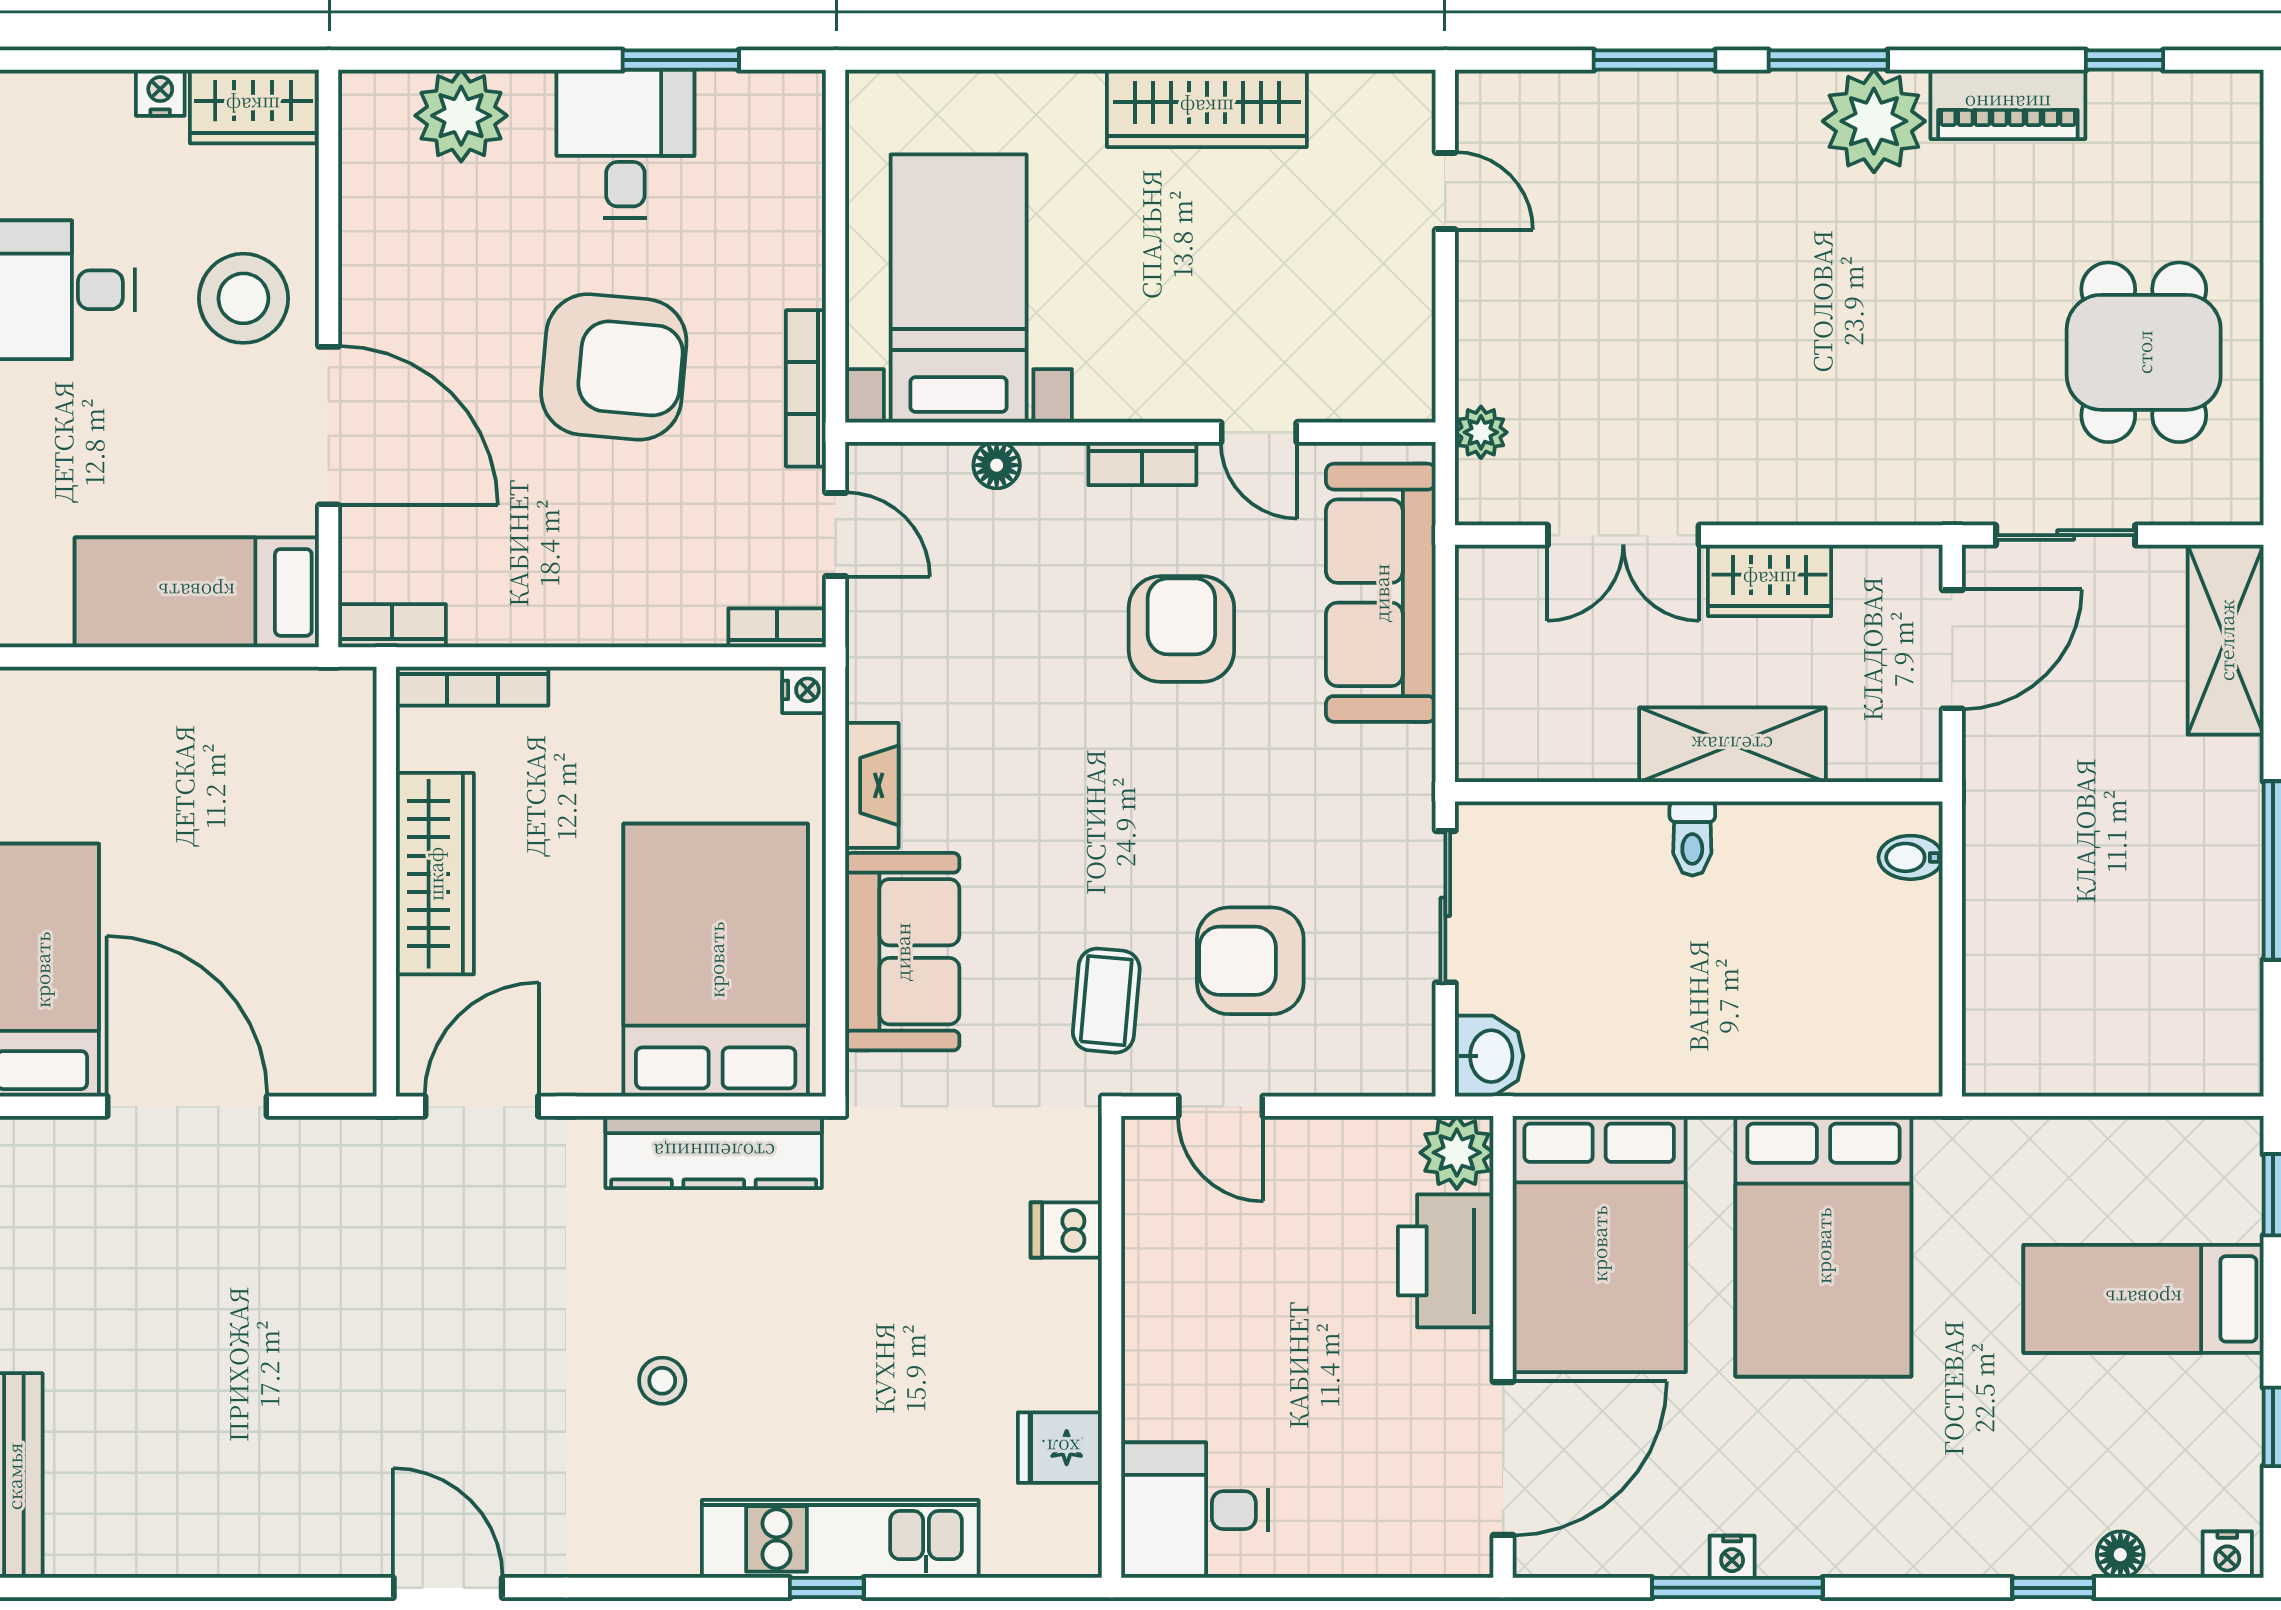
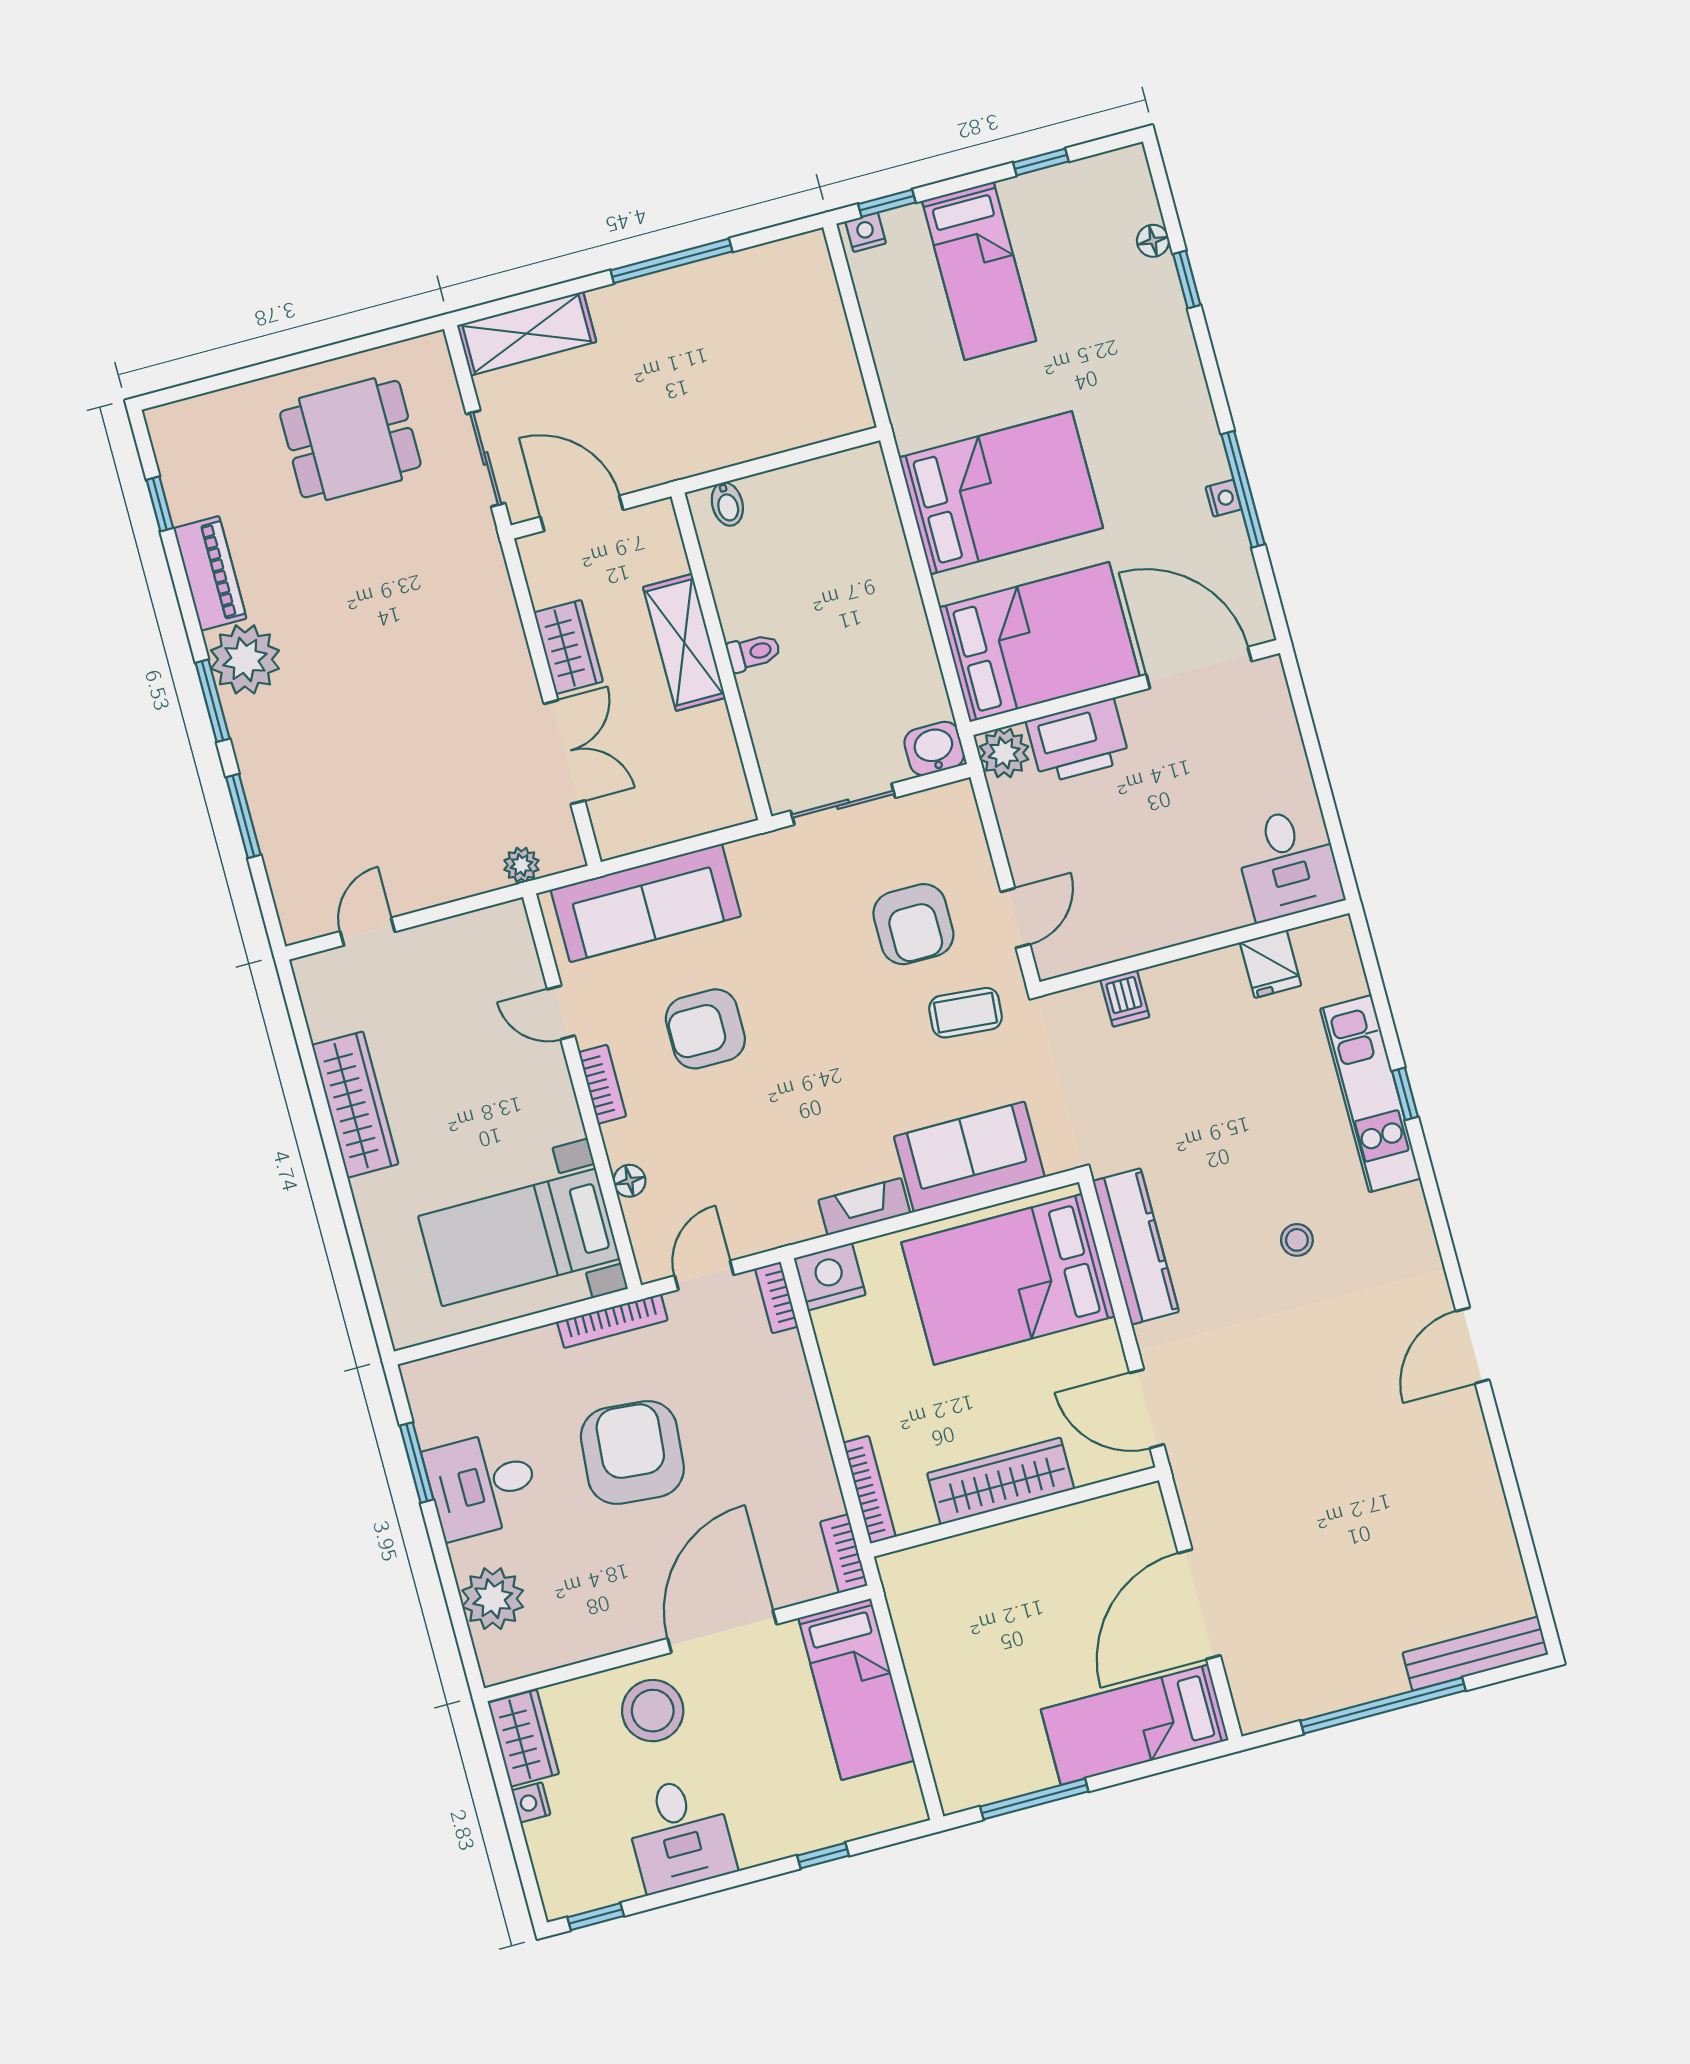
door: (1259, 432) -> (561, 1012), swing flipped
nightstand: (804, 690) -> (830, 1277), width x1.89, depth x1.79
nightstand: (2227, 1555) -> (866, 232), moved, turned -90

